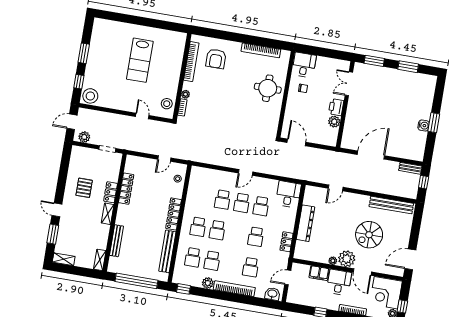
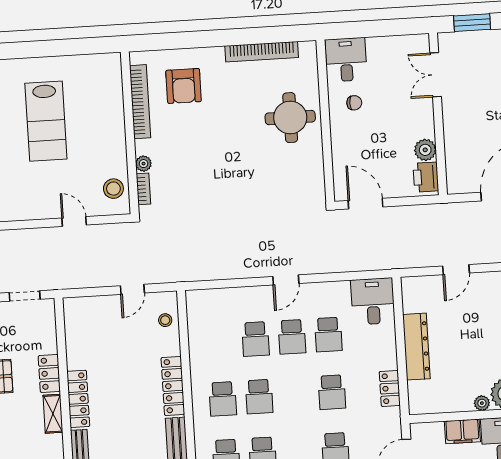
printer: (336, 107) -> (426, 177), moved
locker: (126, 189) -> (78, 399), moved

